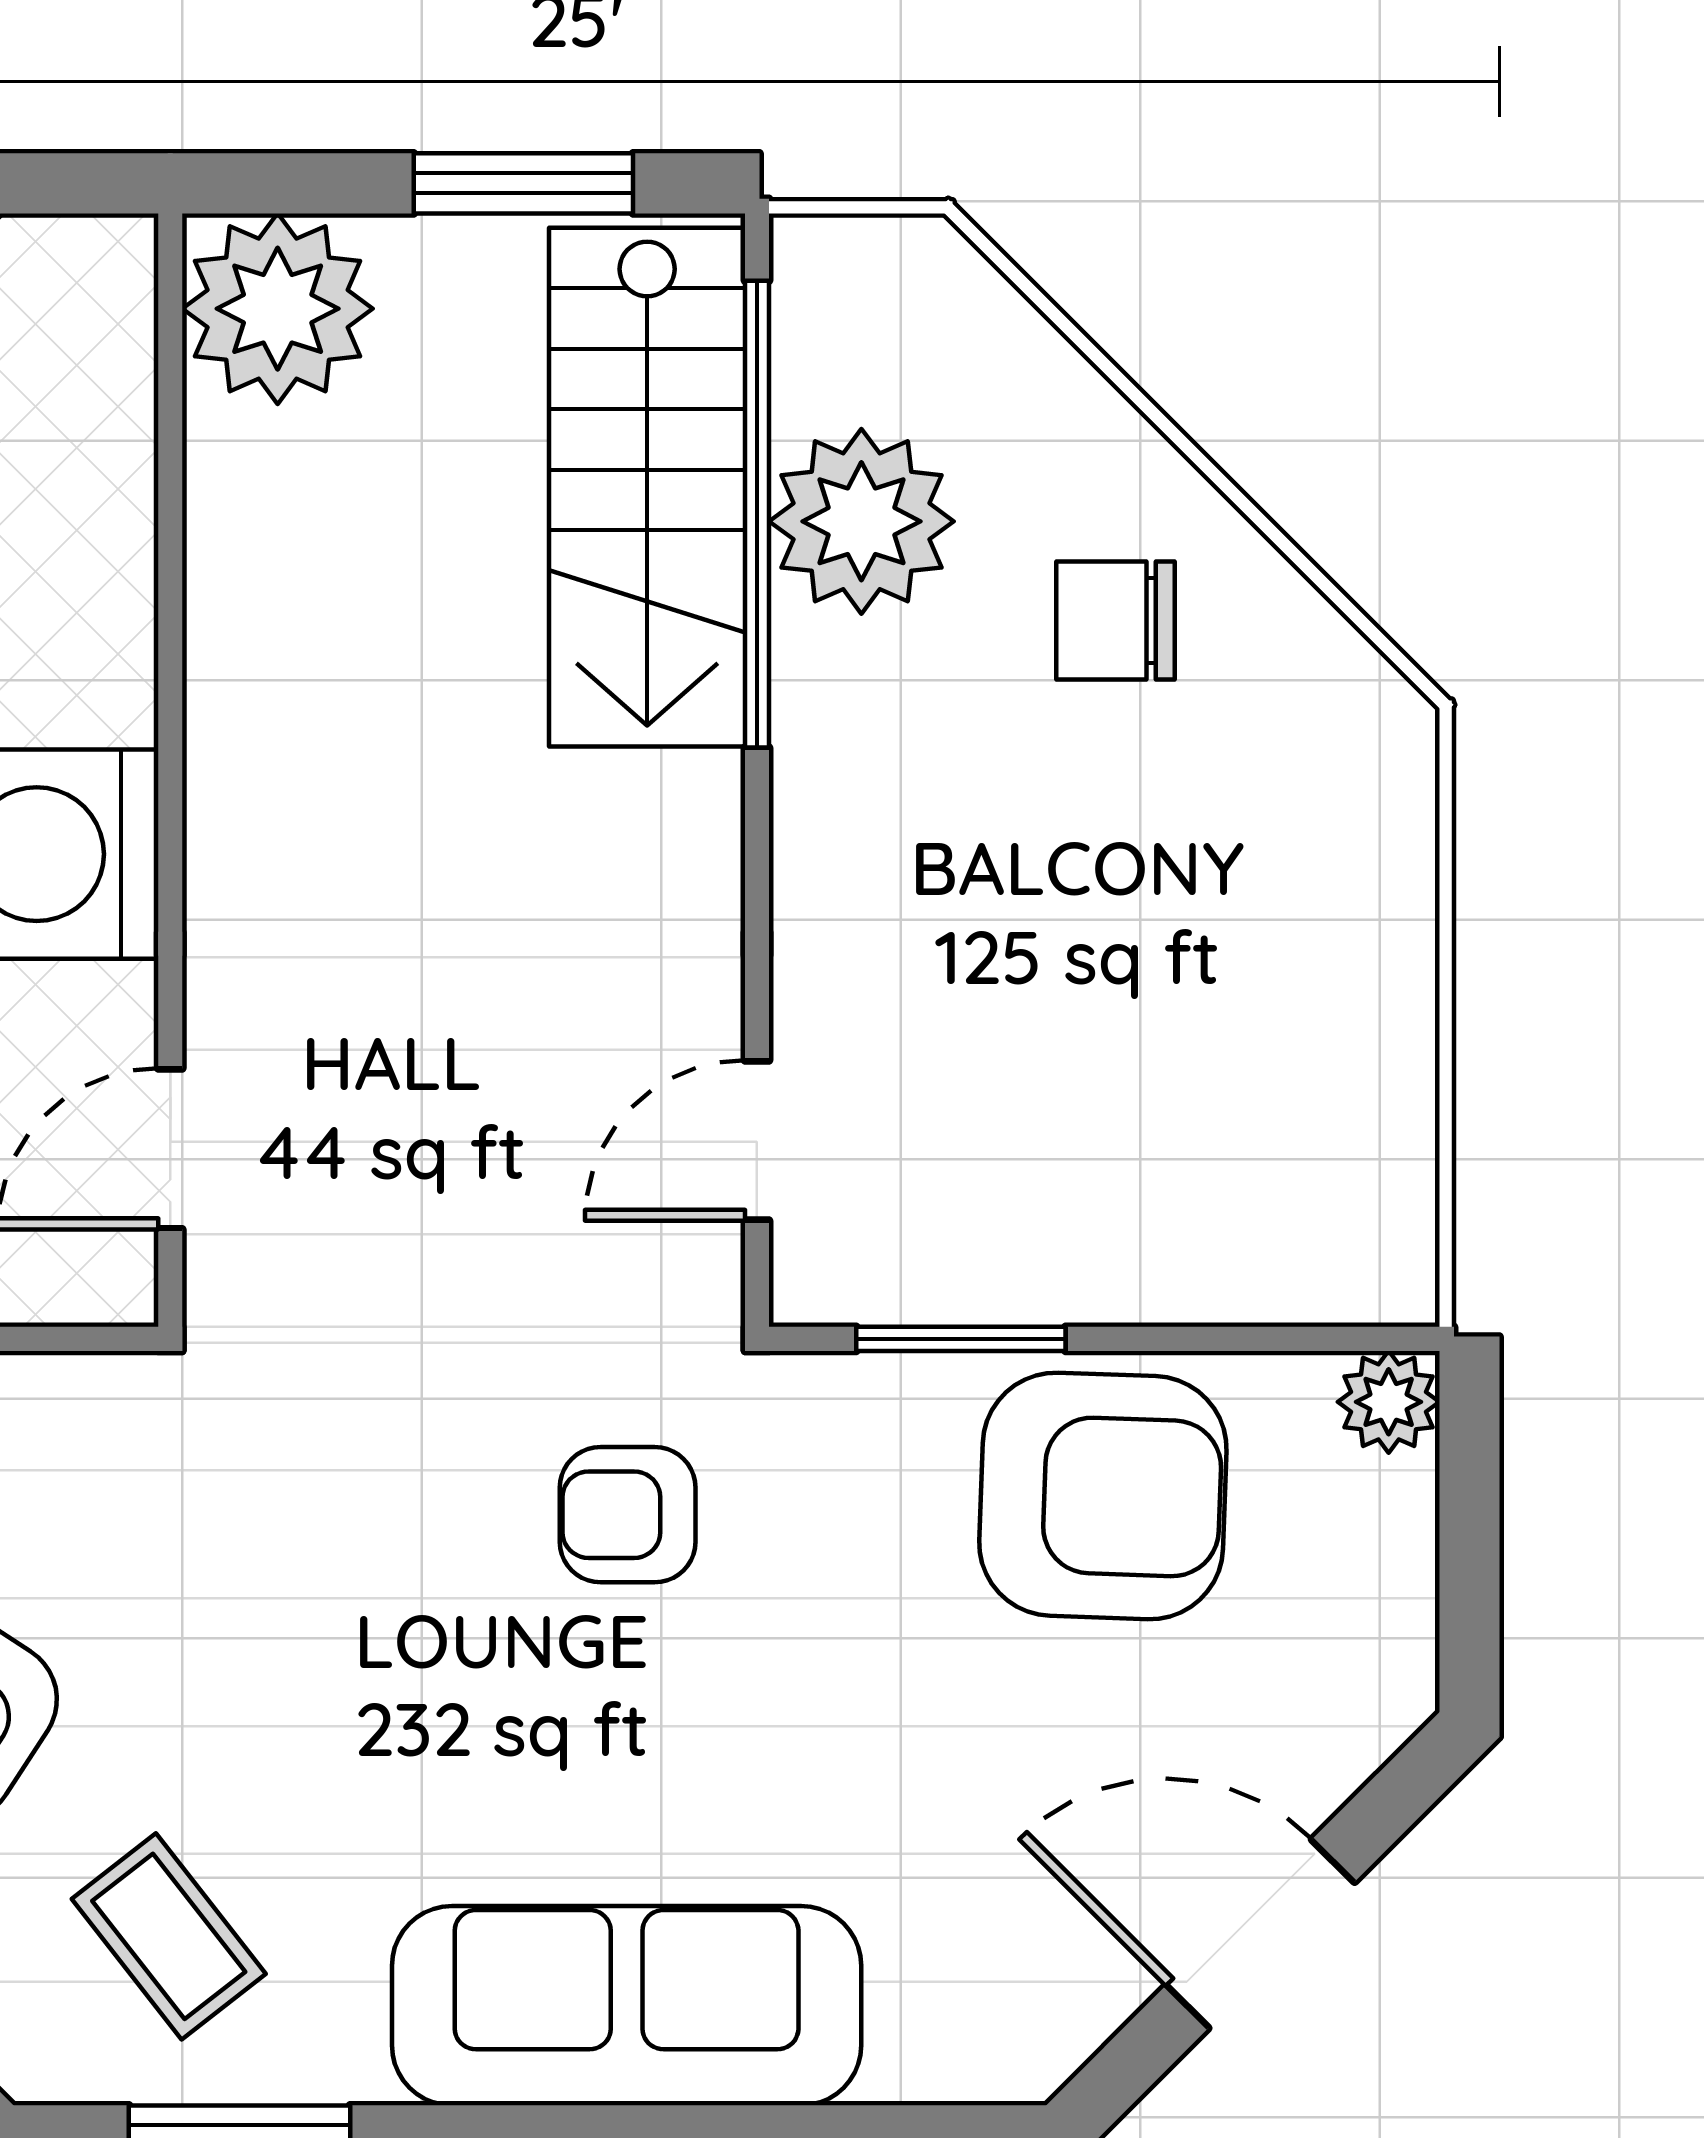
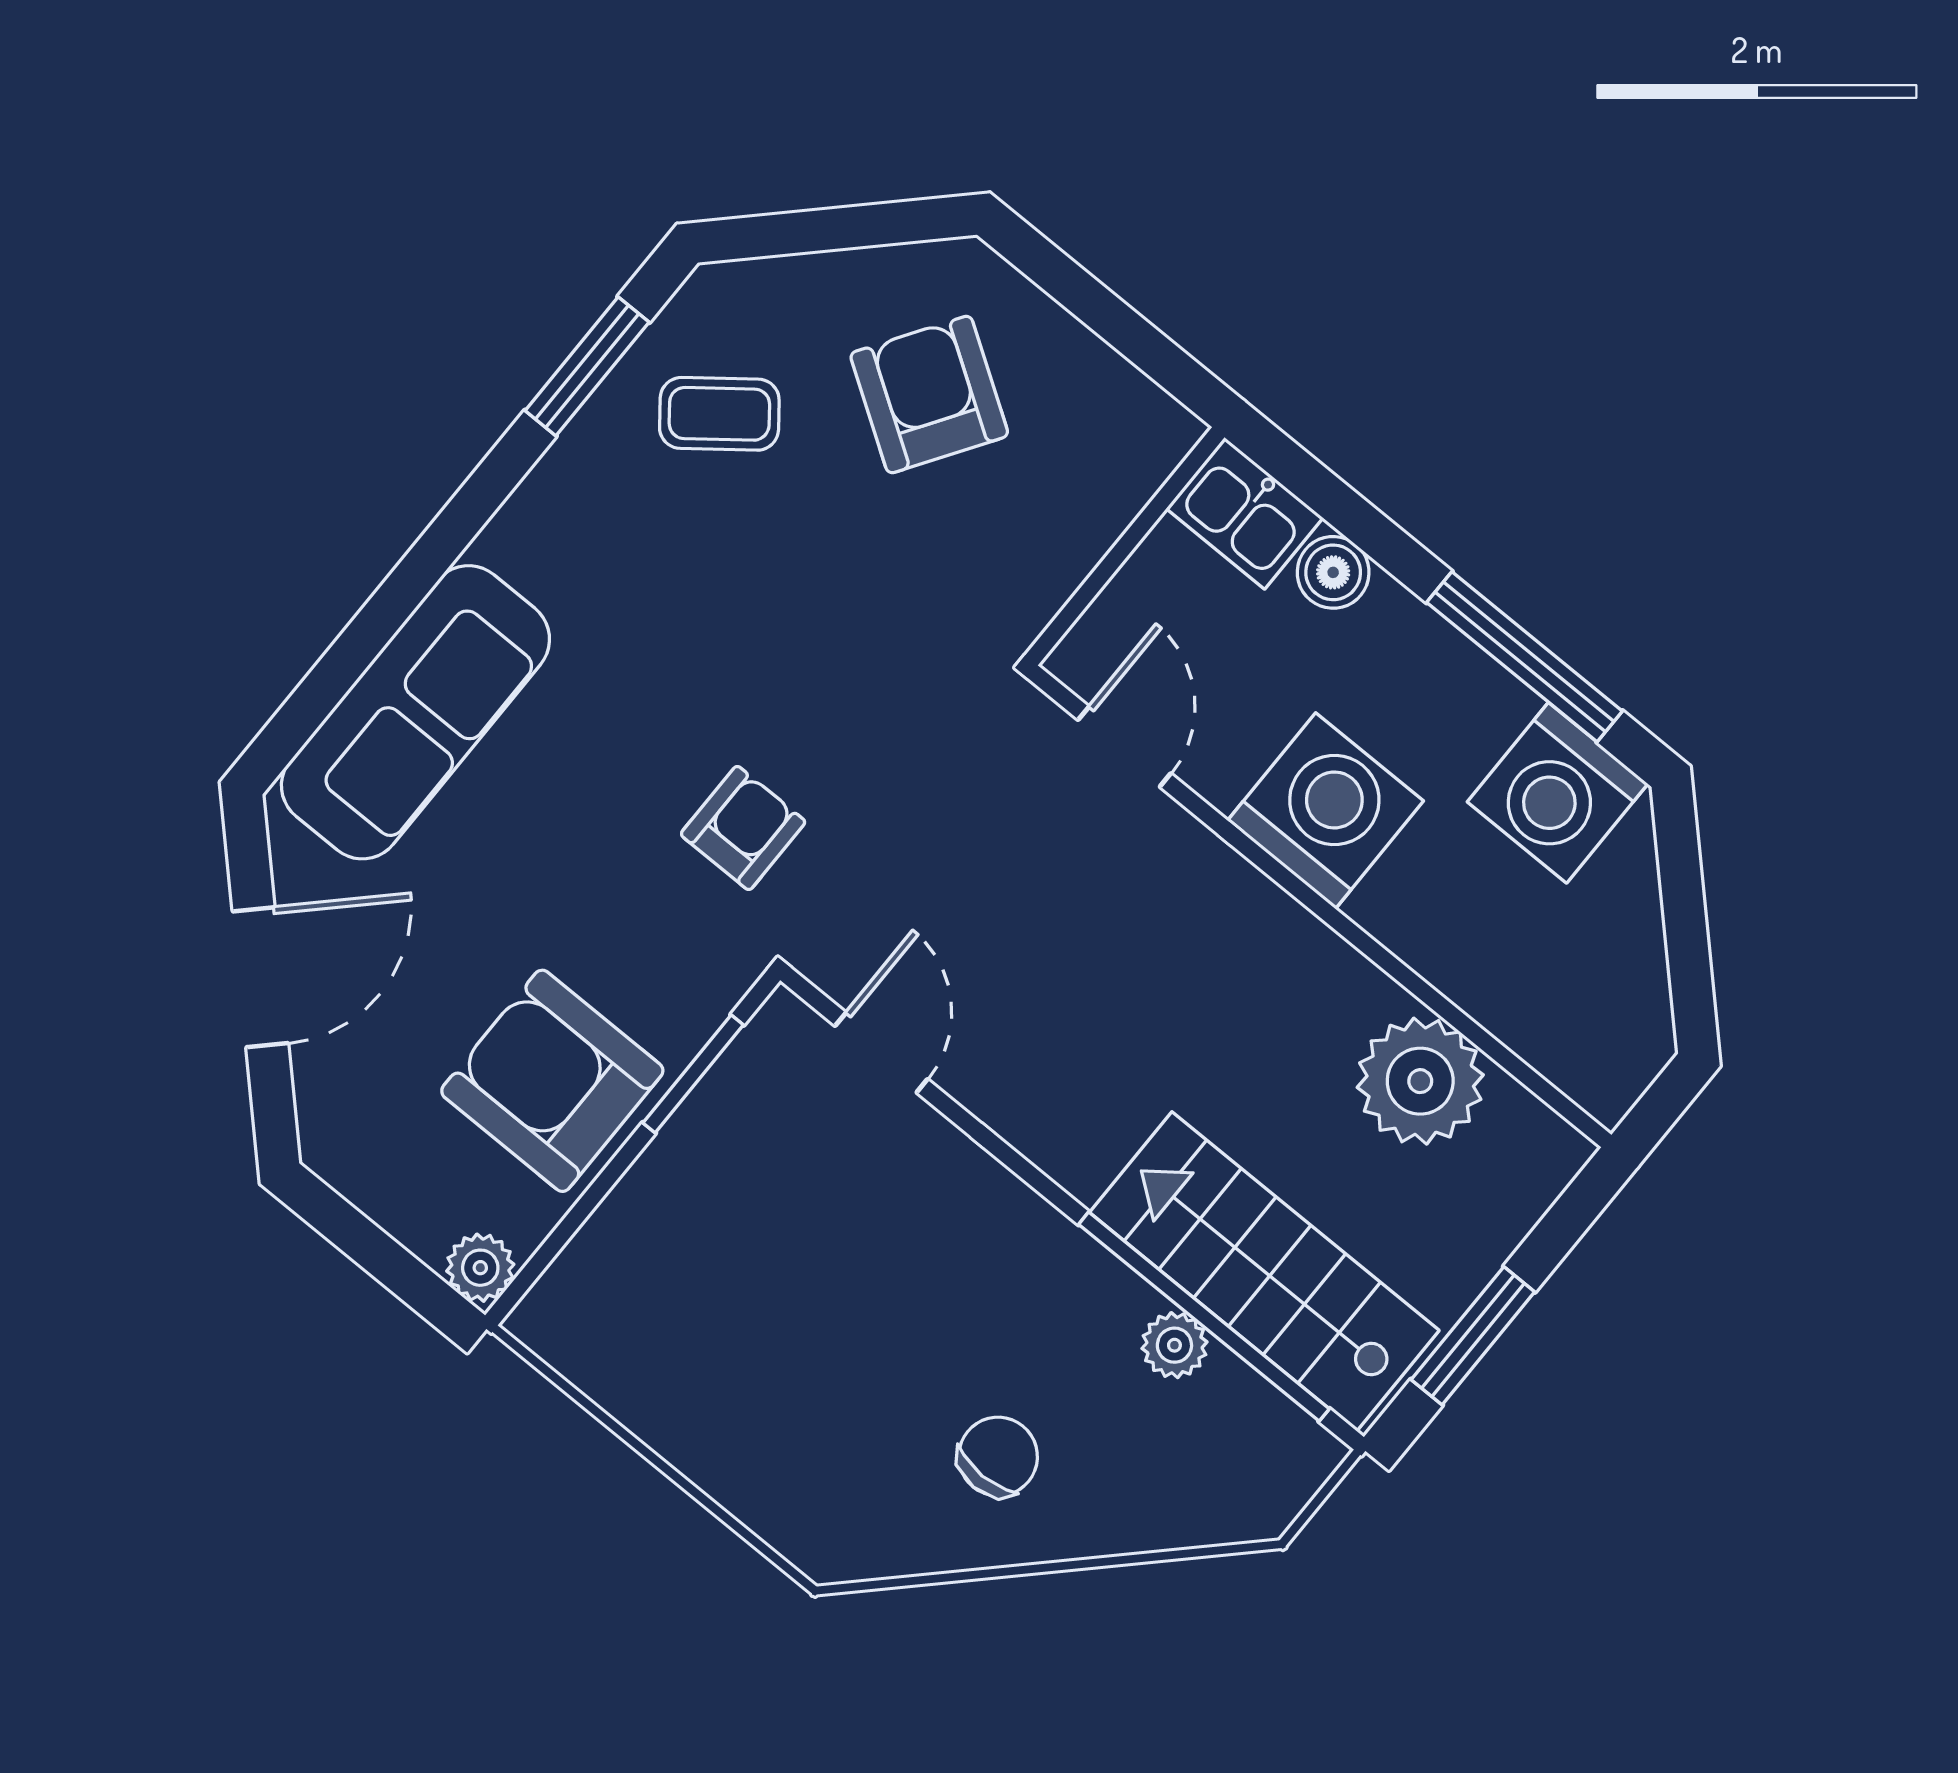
plant: (278, 309) -> (1420, 1081), moved
plant: (861, 521) -> (1174, 1345), width x0.53, depth x0.53
armchair: (1103, 1496) -> (552, 1081), turned 88
sofa: (627, 2006) -> (415, 712), moved

